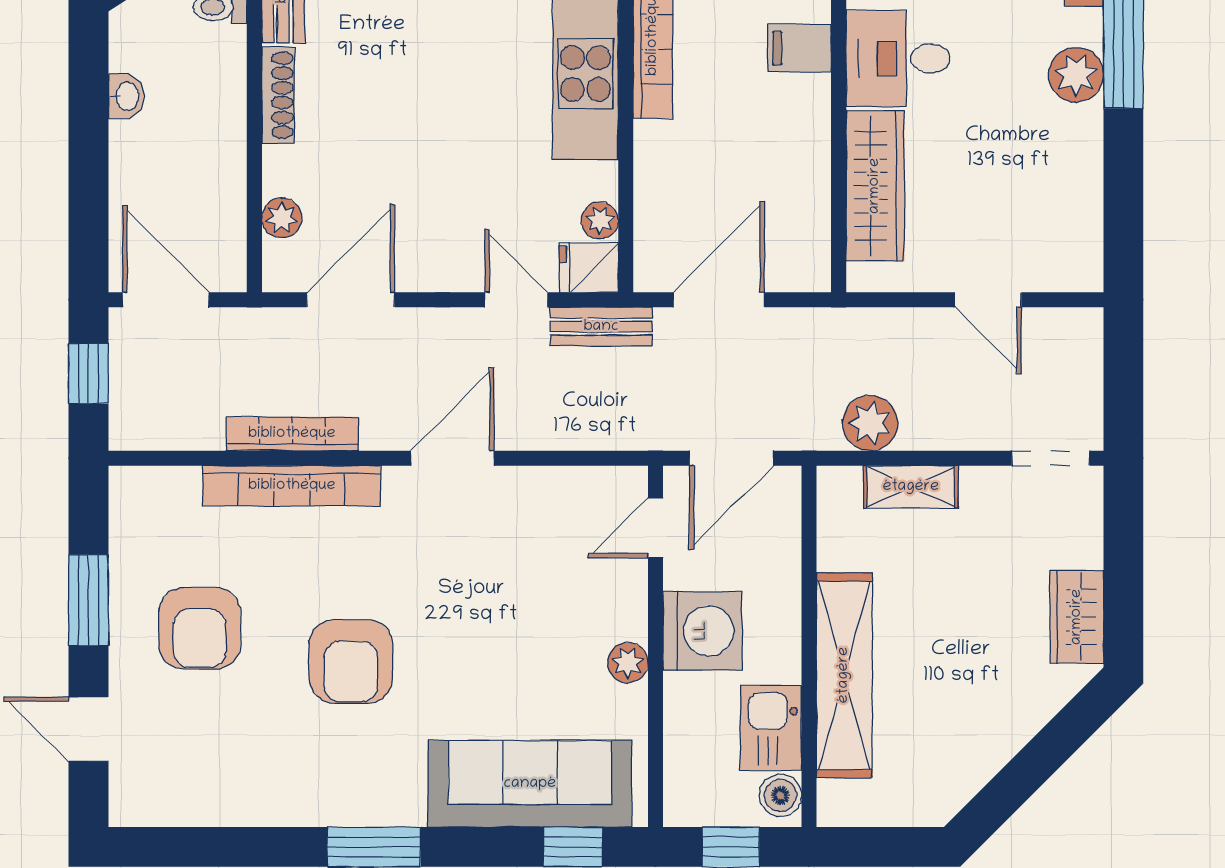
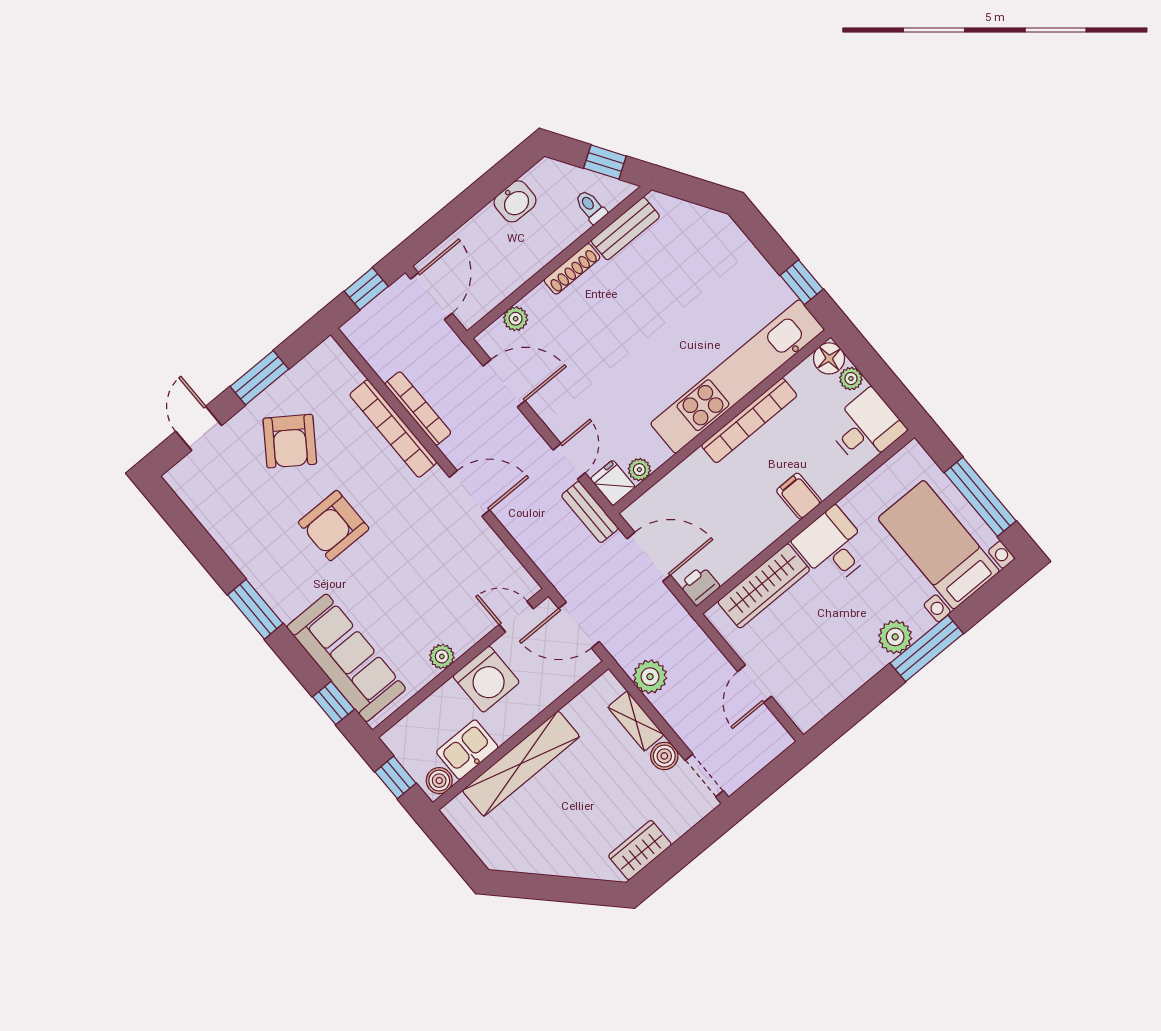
washbasin: (126, 96) -> (515, 201), width x1.38, depth x1.45
printer: (807, 266) -> (699, 585), added
boiler: (984, 488) -> (664, 756), added
armchair: (200, 628) -> (290, 441), turned -55

